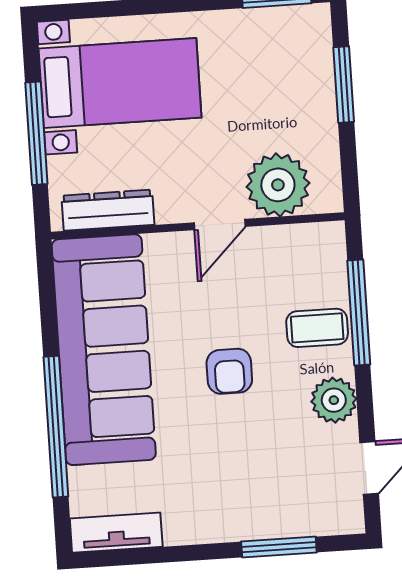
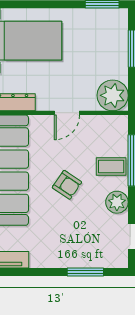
plant: (278, 185) -> (113, 95), moved
armchair: (229, 371) -> (67, 185), turned -56

